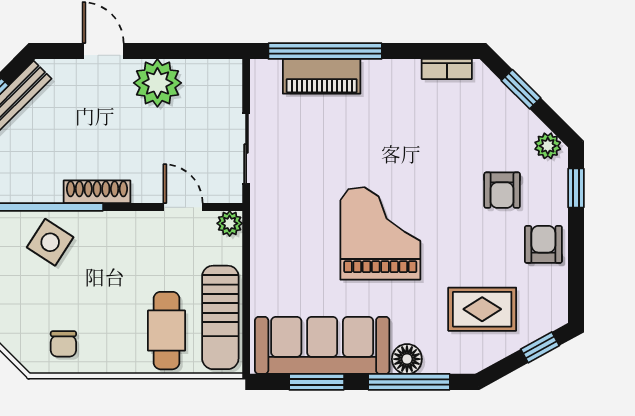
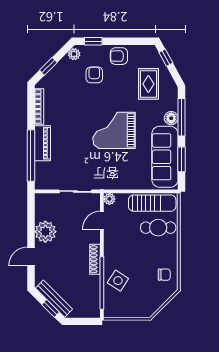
bookcase: (447, 69) -> (39, 106), width x1.56
piano: (322, 76) -> (42, 143), moved
armchair: (502, 190) -> (94, 75), turned -90

